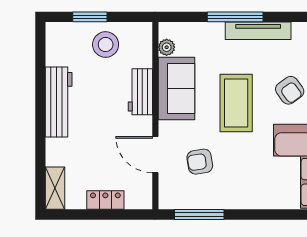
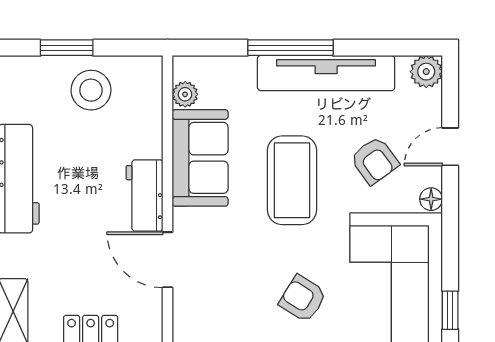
tv unit: (258, 31) -> (326, 73), width x1.36, depth x1.29
workbench: (140, 92) -> (144, 196), moved
armchair: (200, 162) -> (303, 299), moved, turned 41

